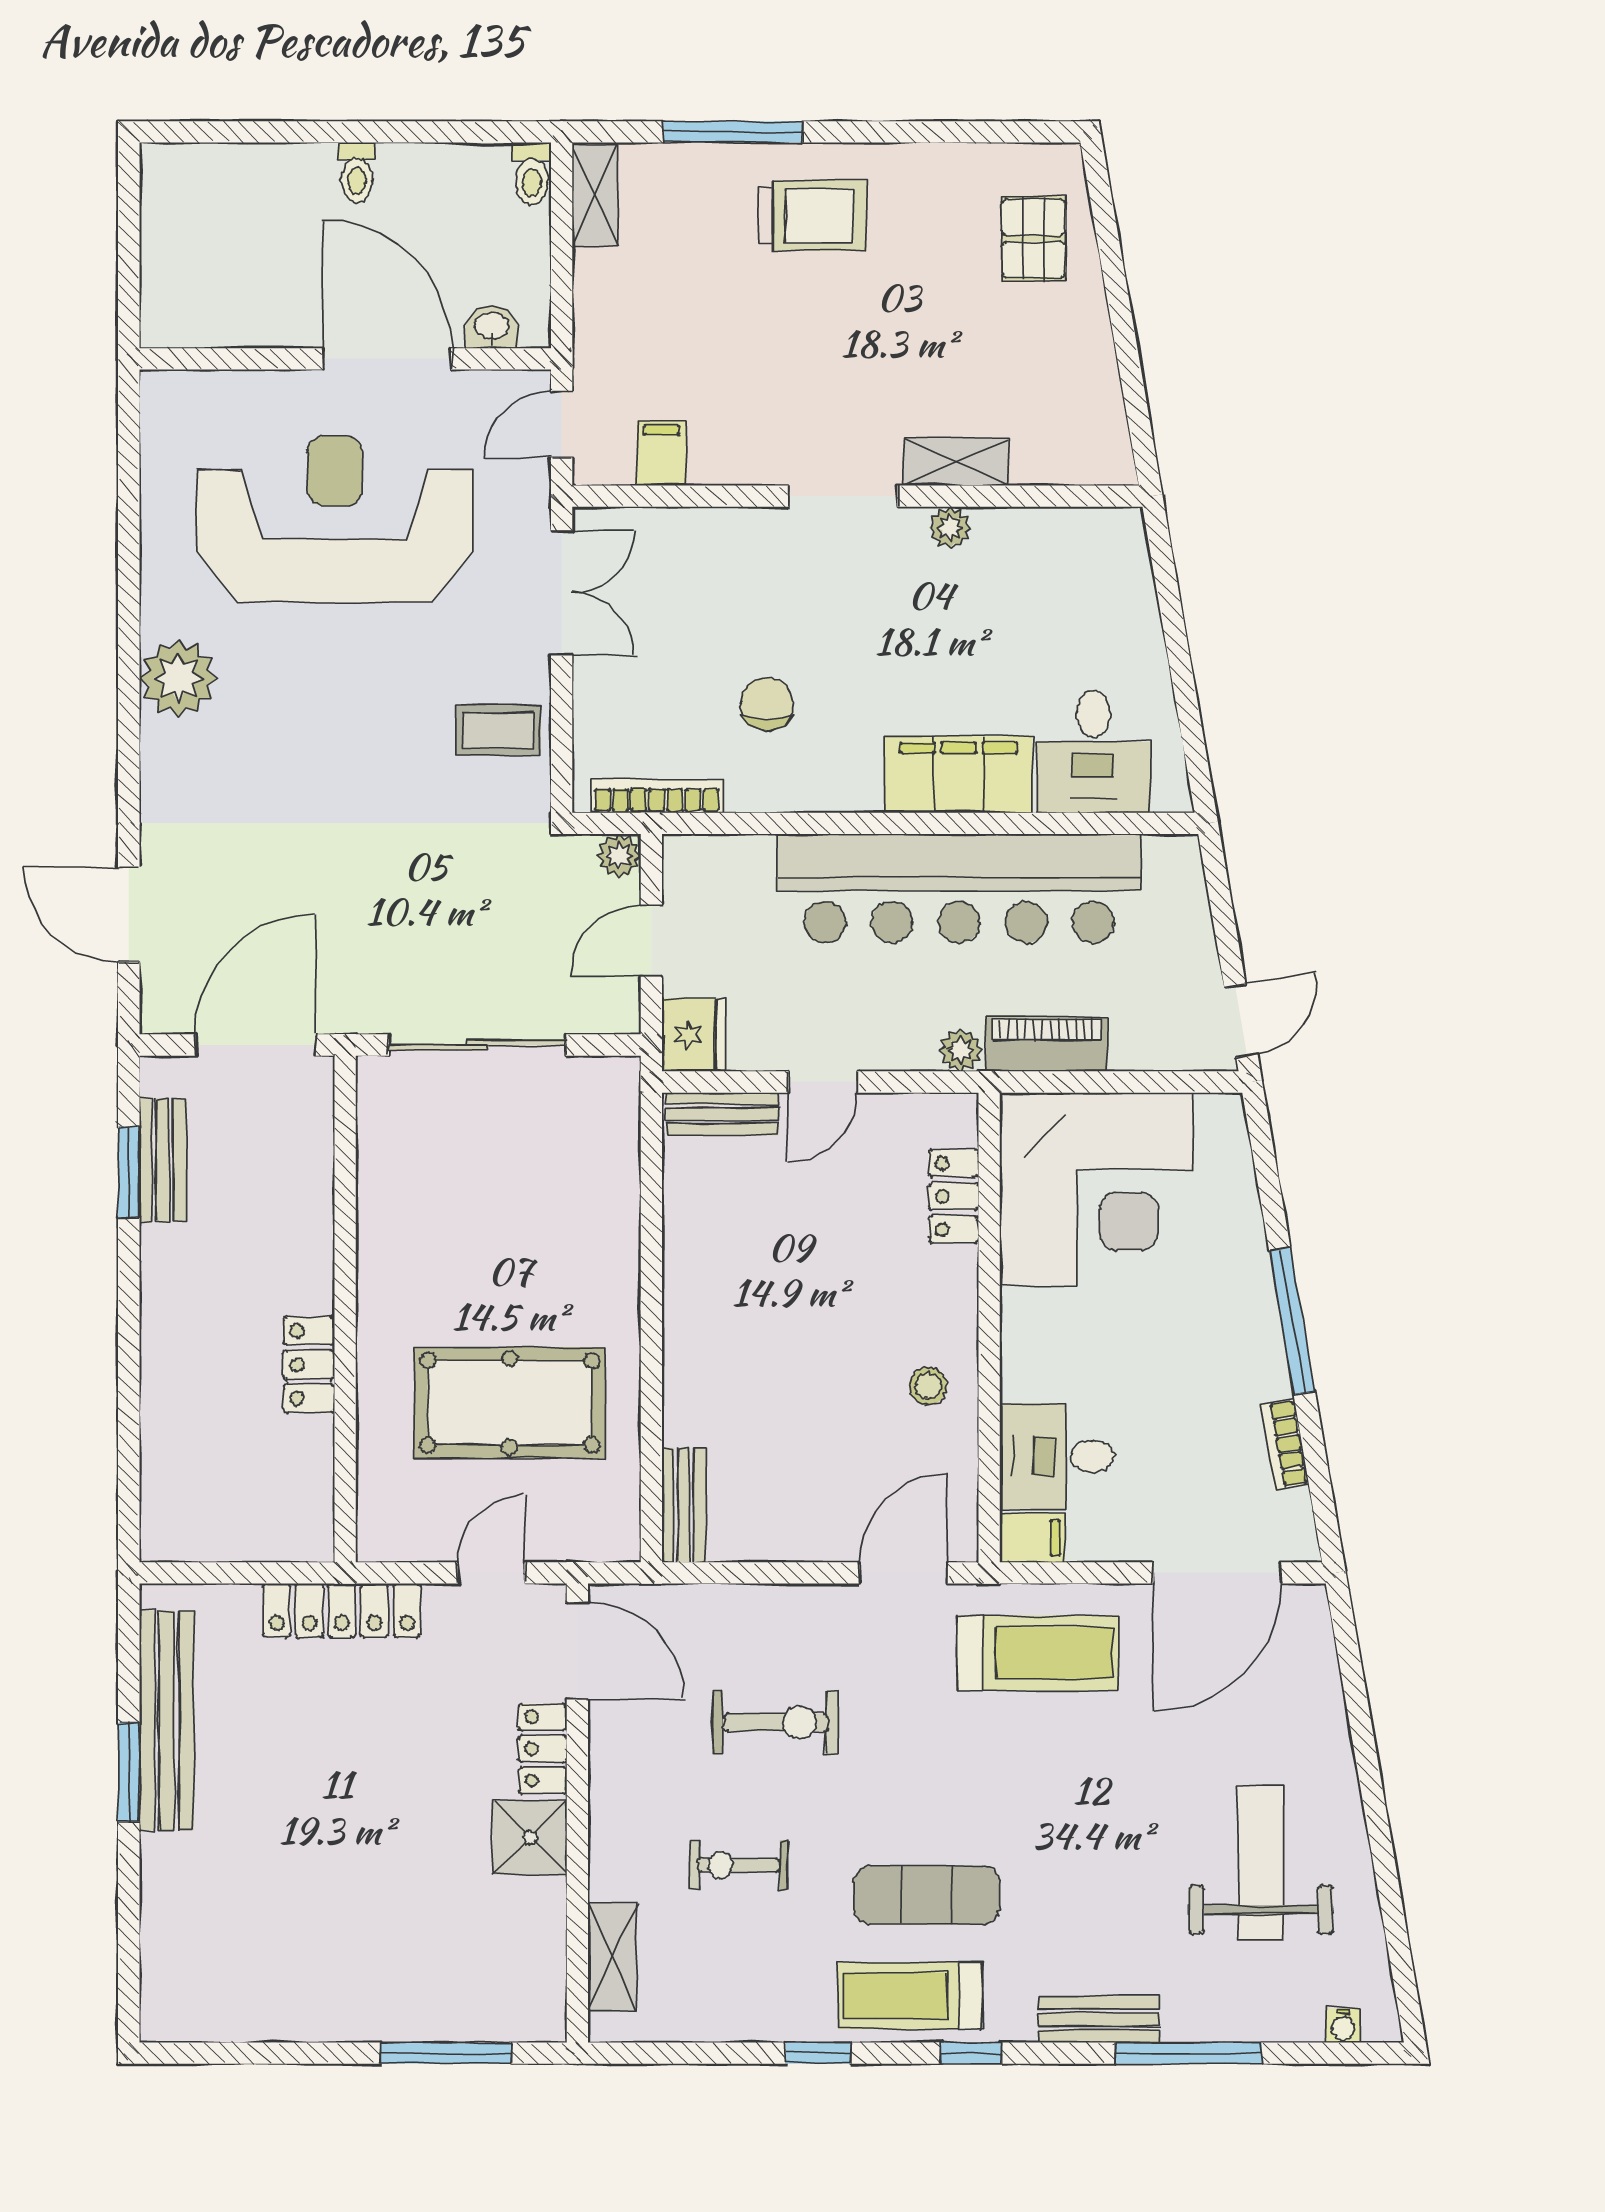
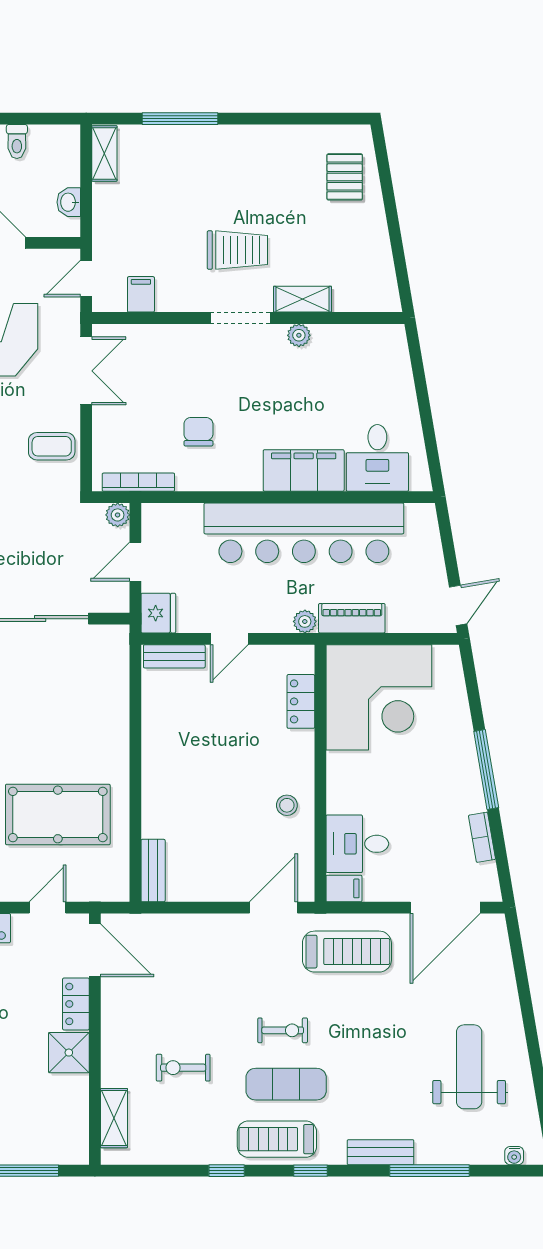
toilet: (532, 174) -> (17, 141), moved
trolley: (812, 215) -> (237, 250), moved
washbasin: (492, 327) -> (69, 202), moved, turned -90
exercise bike: (776, 1722) -> (283, 1030), moved, width x0.73, depth x0.72

